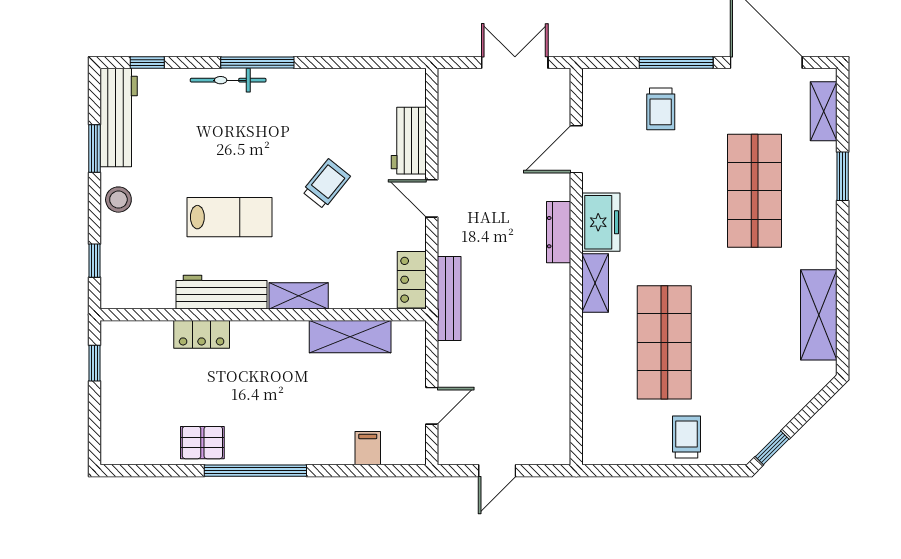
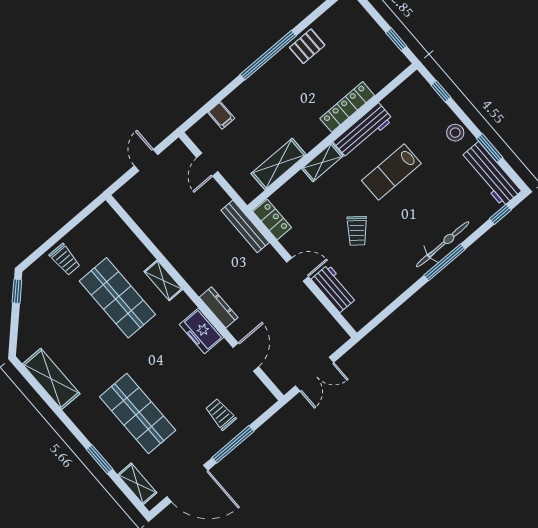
bicycle: (228, 80) -> (443, 244), width x1.37, depth x1.40
shelving: (595, 283) -> (163, 280), moved
locker: (202, 334) -> (347, 107), width x1.53

